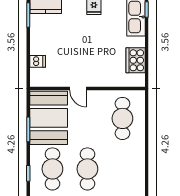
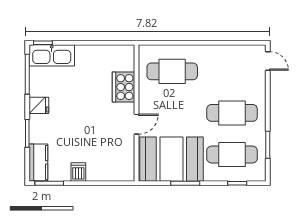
cooker: (136, 60) -> (124, 87), moved, turned 90
dishwasher: (38, 61) -> (78, 172), moved

